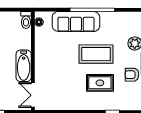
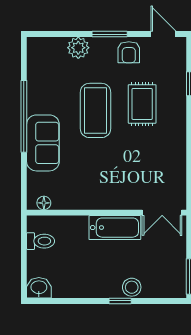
toilet: (26, 20) -> (41, 241), moved
sofa: (76, 22) -> (43, 143), width x0.73

